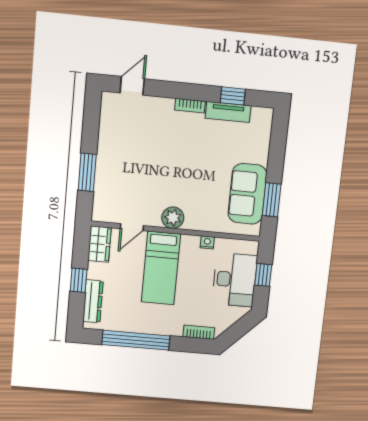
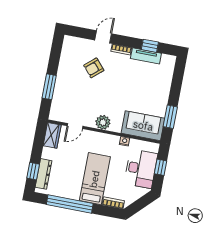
door: (132, 86) -> (103, 37), moved
armchair: (151, 137) -> (94, 68), added
sofa: (247, 194) -> (143, 126), moved, turned 90
bed: (161, 268) -> (95, 179), moved, turned 180
window: (79, 280) -> (33, 171), moved

